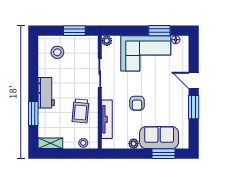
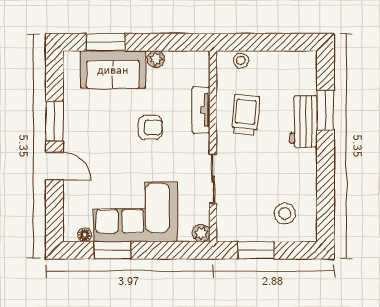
workbench: (46, 93) -> (304, 122), moved
armchair: (137, 103) -> (150, 127), turned 90
tv unit: (107, 119) -> (201, 110), width x0.71
shelving: (50, 143) -> (296, 60), removed

